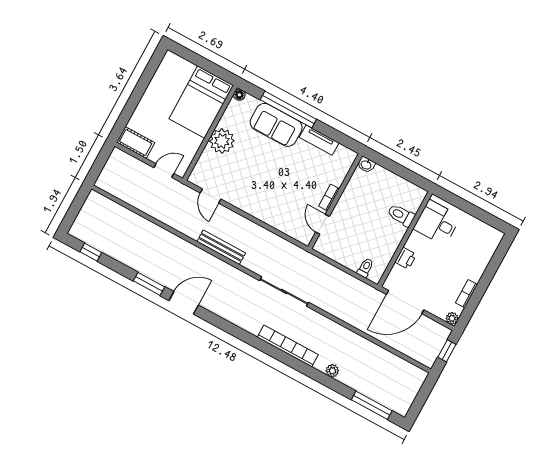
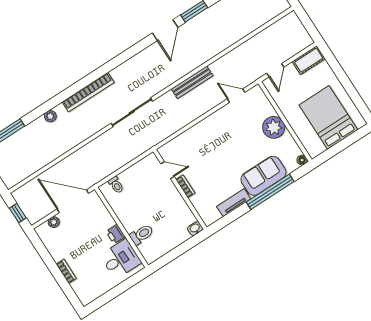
bed: (201, 102) -> (328, 117), moved
printer: (406, 258) -> (116, 234), moved
bookcase: (467, 294) -> (66, 271), moved
door: (405, 302) -> (73, 201), hinge flipped
plant: (452, 318) -> (54, 222), moved

